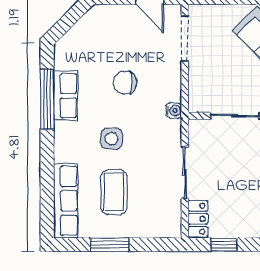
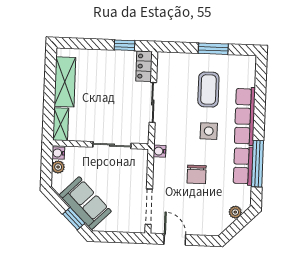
plant: (73, 36) -> (235, 212), added
chair: (125, 82) -> (197, 174), turned 90
row of seats: (66, 201) -> (245, 116), moved

